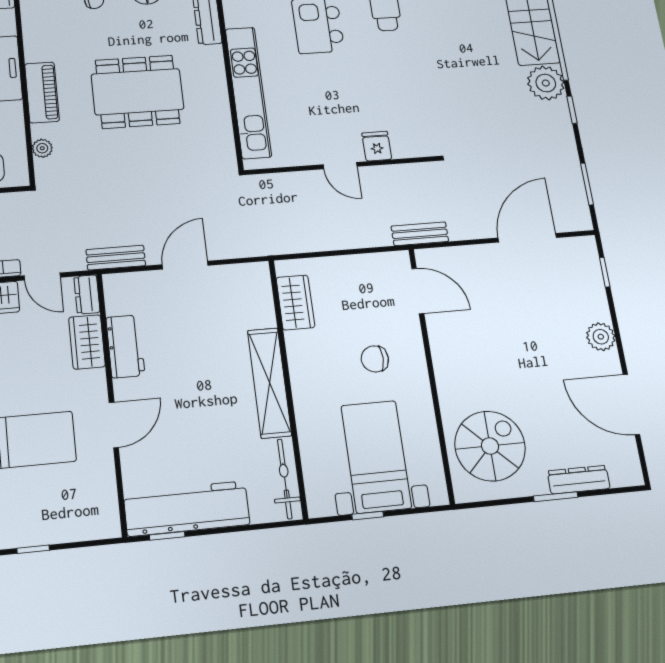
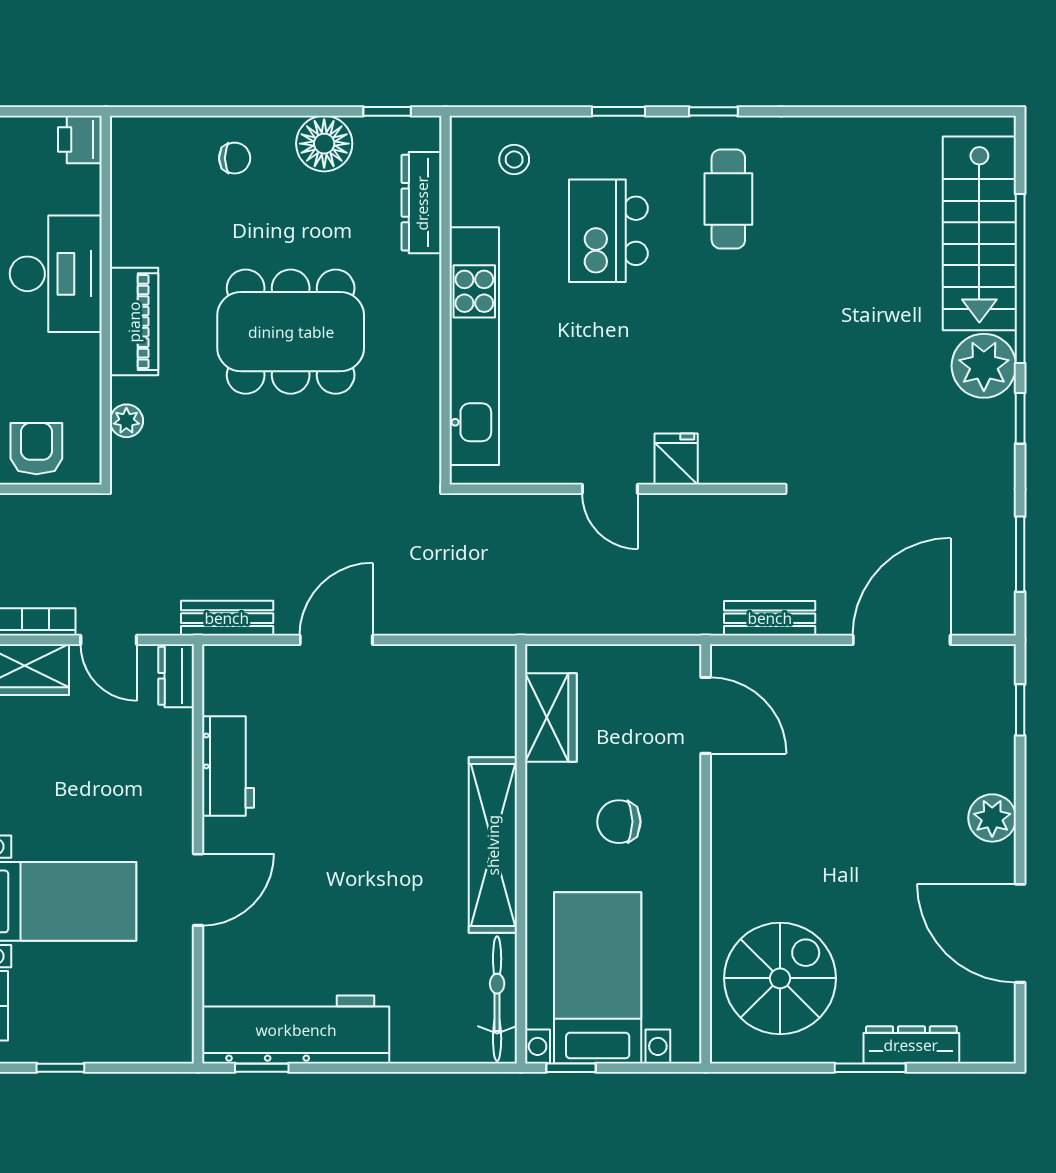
bench: (420, 234) -> (770, 618), moved
wardrobe: (295, 302) -> (551, 717), moved
wardrobe: (87, 342) -> (169, 753), removed
shelving: (270, 383) -> (493, 845), moved
wall: (288, 387) -> (521, 854), moved
bicycle: (285, 479) -> (497, 999), moved

